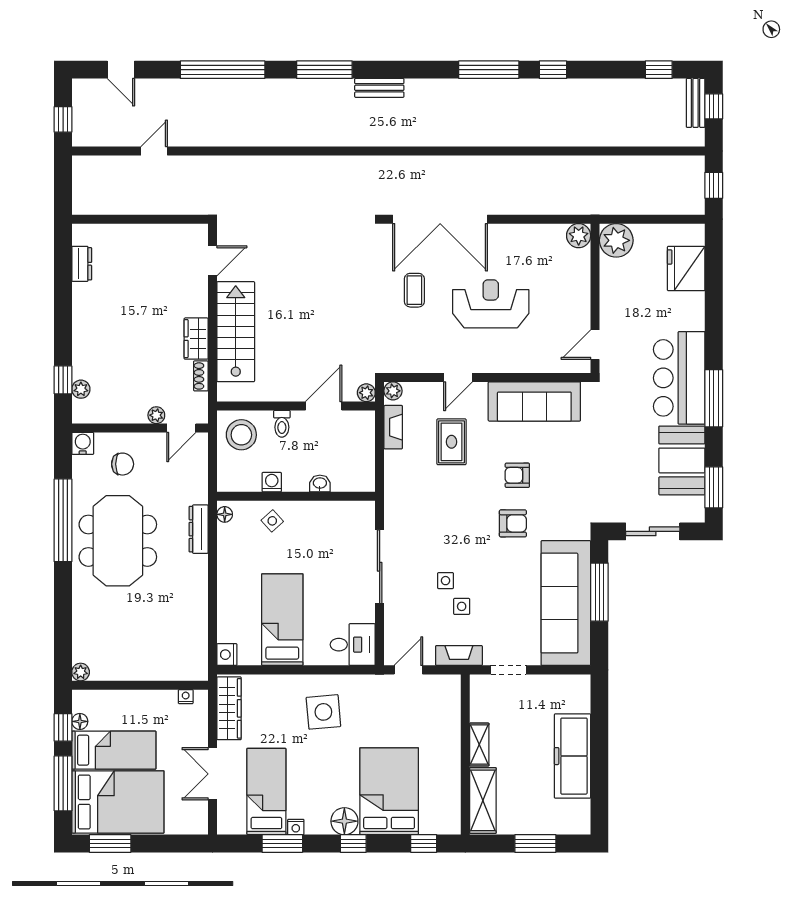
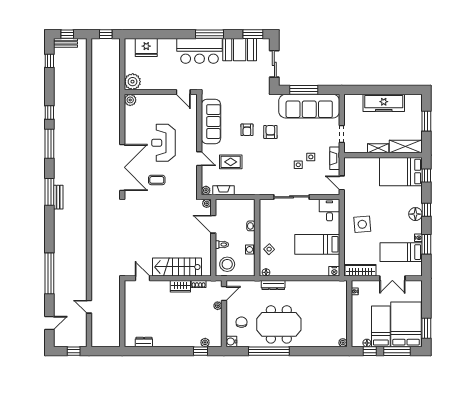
window: (324, 70) -> (49, 192), moved
door: (181, 428) -> (224, 293), hinge flipped
bed: (389, 791) -> (401, 172), moved

